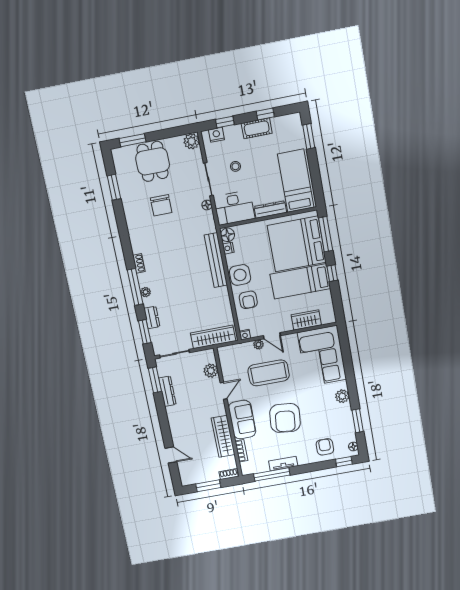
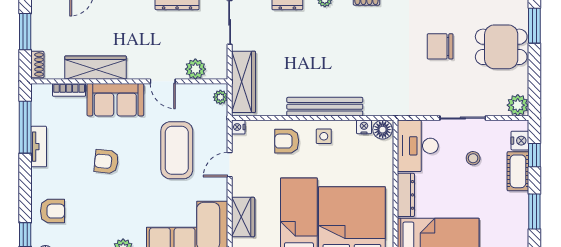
window: (265, 114) -> (534, 211), width x1.50
cot: (257, 128) -> (518, 171), moved
floor lamp: (207, 205) -> (429, 109), removed
bench: (216, 260) -> (325, 107), moved
side table: (240, 275) -> (324, 136), width x0.54, depth x0.54
plant: (258, 345) -> (220, 97), moved
armchair: (285, 418) -> (106, 162), width x0.53, depth x0.53

